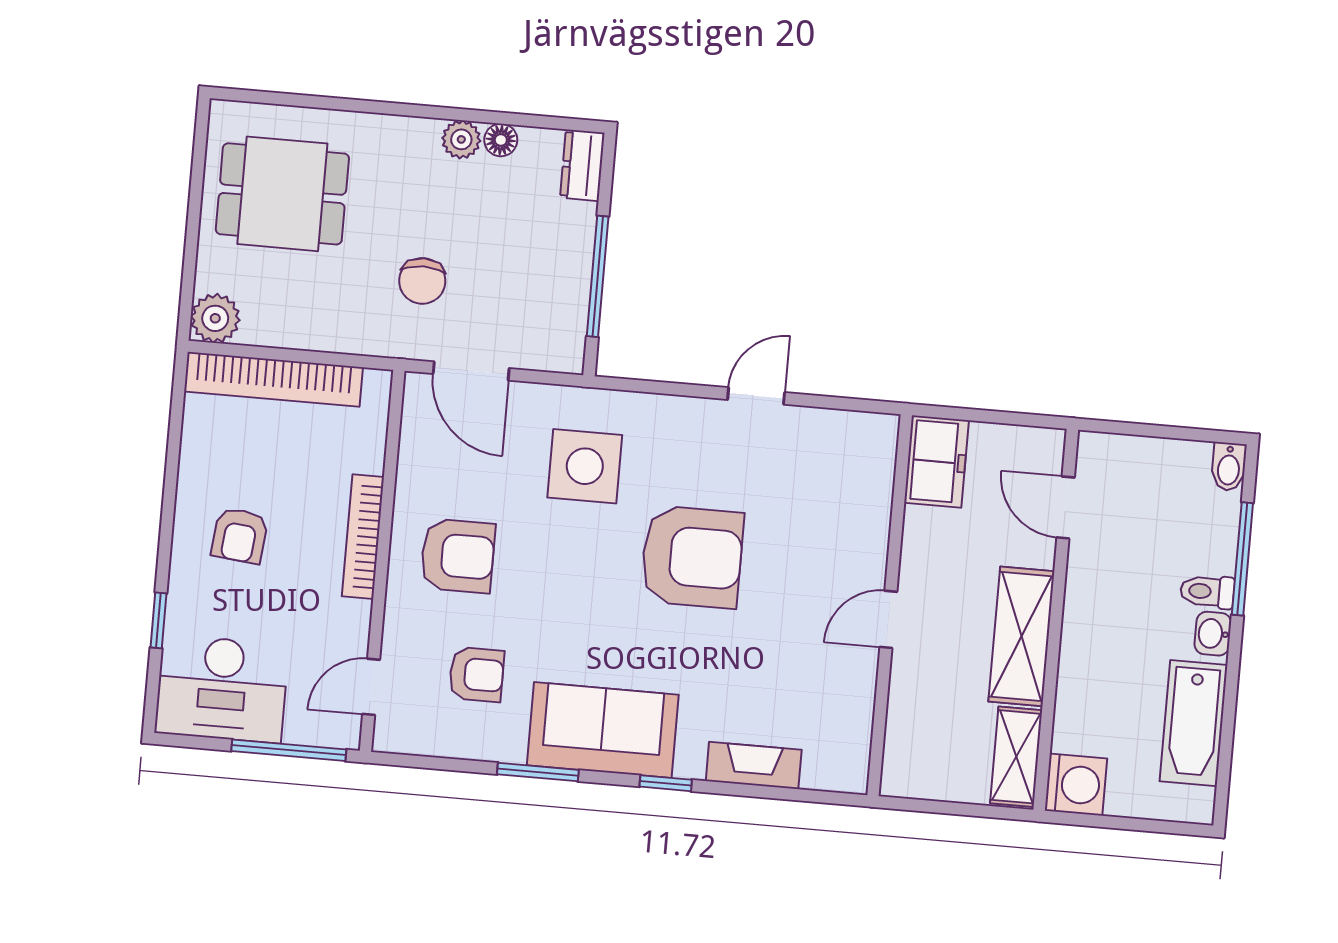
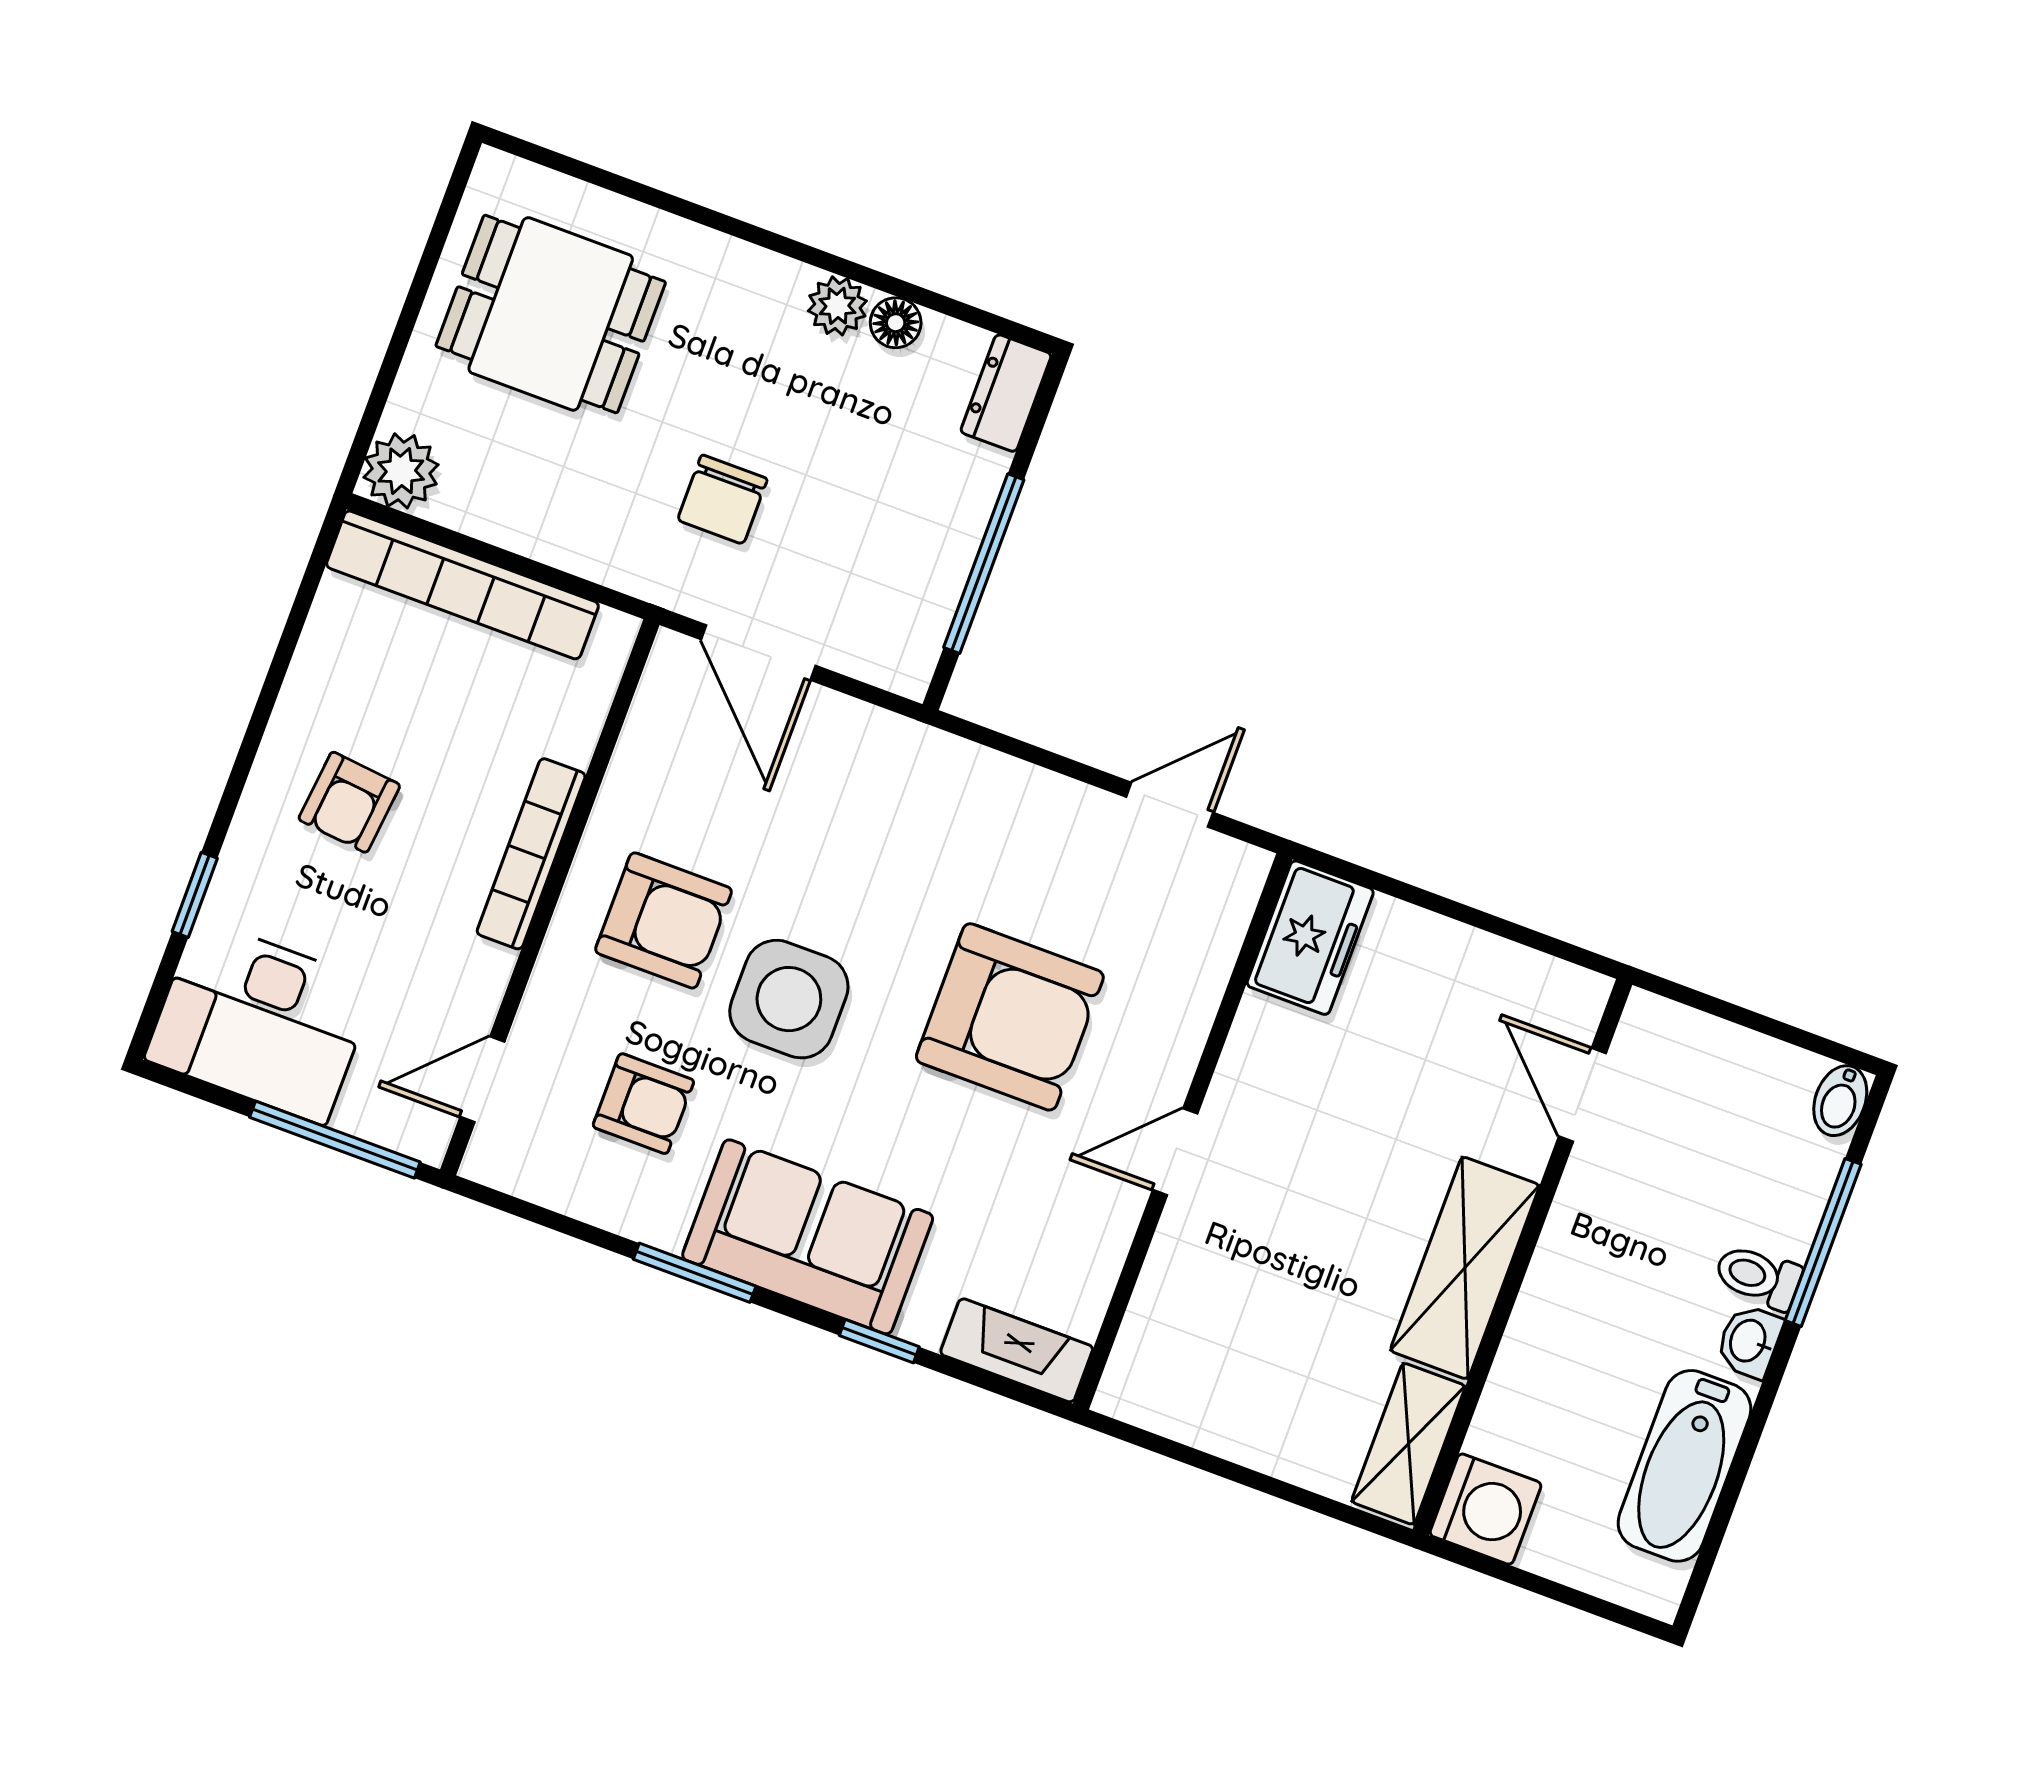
freezer: (937, 461) -> (1310, 938), moved
side table: (585, 466) -> (789, 999), moved
wall: (890, 605) -> (1183, 1131), moved
door: (888, 619) -> (1175, 1152), moved

